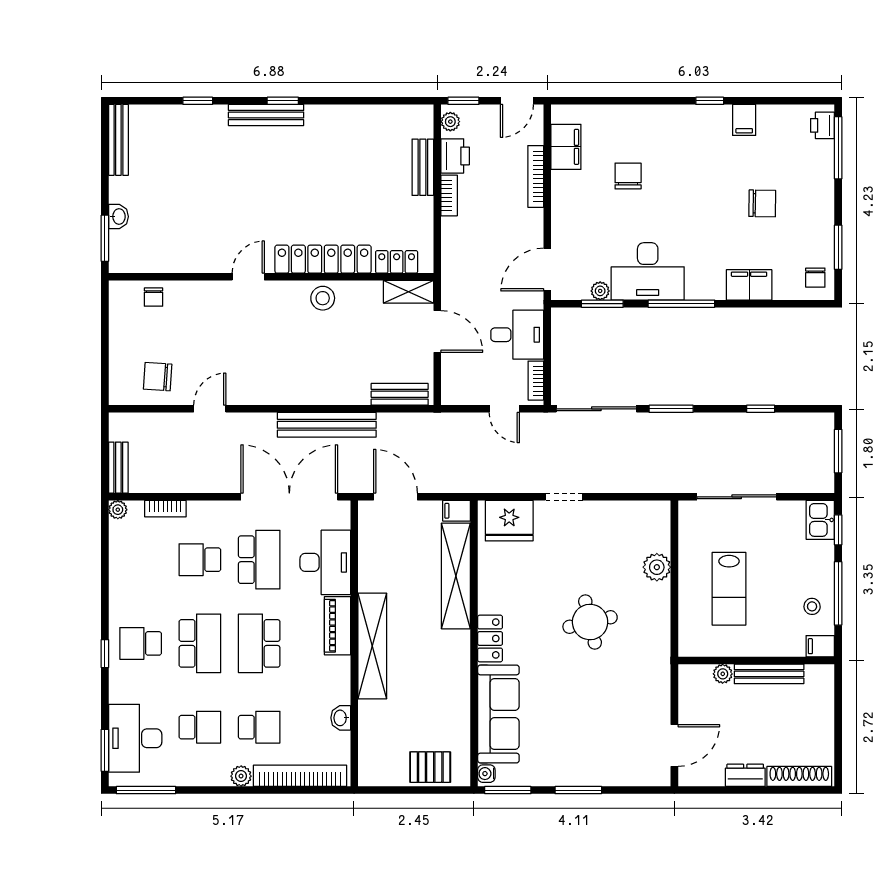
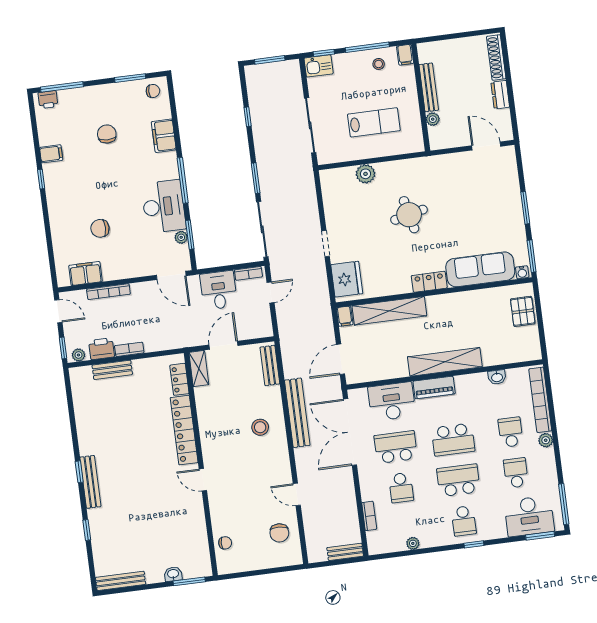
stool: (323, 298) -> (260, 427), moved
plant: (118, 510) -> (413, 543), moved

